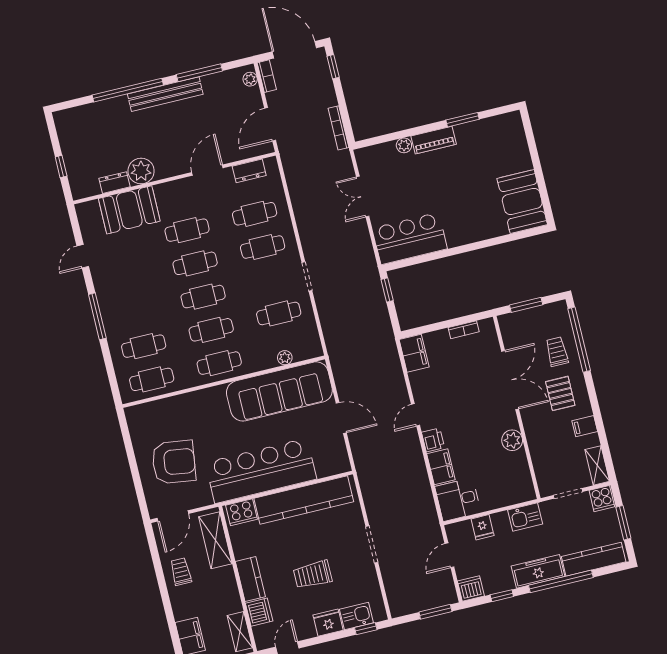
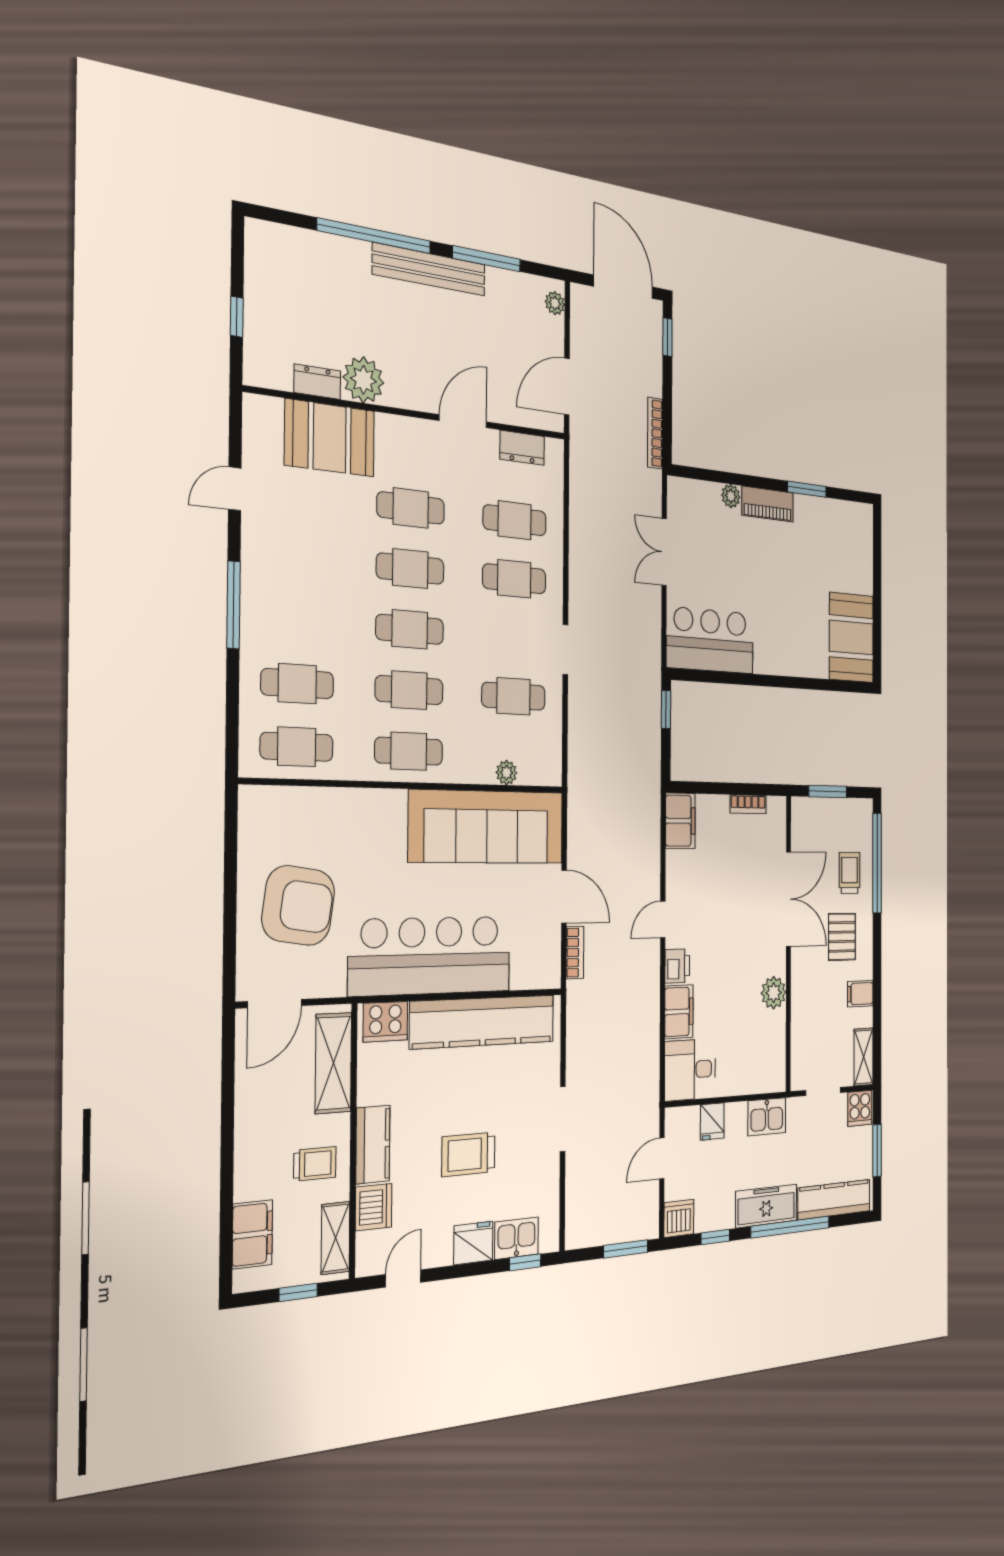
bookcase: (267, 76) -> (575, 953), moved
trolley: (181, 572) -> (315, 1164), moved, turned 90

